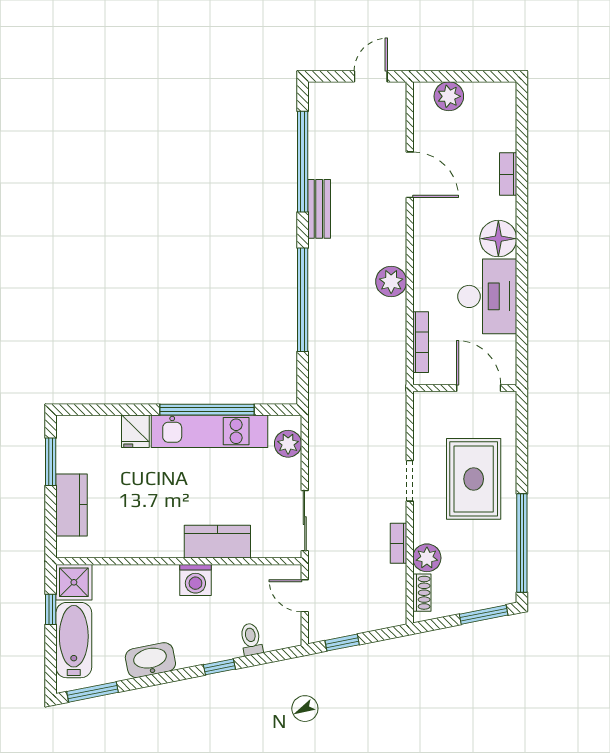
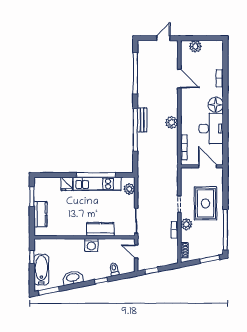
bench: (319, 209) -> (142, 120), moved
plant: (427, 558) -> (186, 224), moved
shower: (74, 582) -> (41, 246), removed

